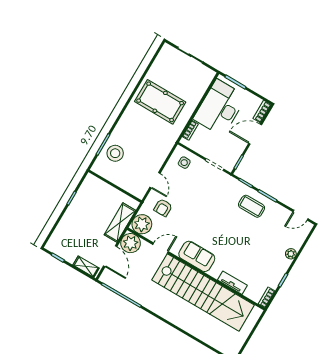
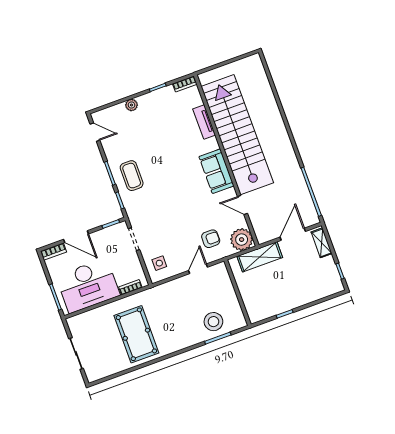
plant: (131, 243) -> (265, 231), removed

